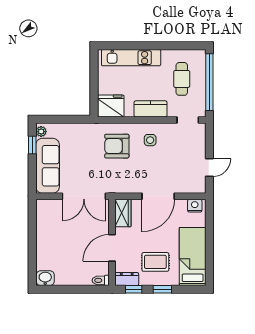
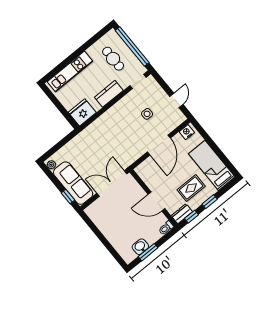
side table: (150, 140) -> (147, 114), moved
window: (32, 145) -> (68, 197), moved
armchair: (117, 146) -> (107, 135), removed
double door: (84, 196) -> (112, 184), swing flipped
wardrobe: (123, 213) -> (145, 174), removed
door: (112, 248) -> (156, 202), hinge flipped
washbasin: (45, 278) -> (140, 247), moved
window: (65, 289) -> (148, 252), added

